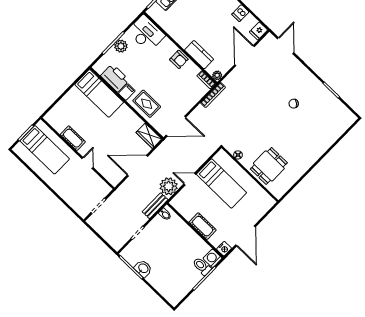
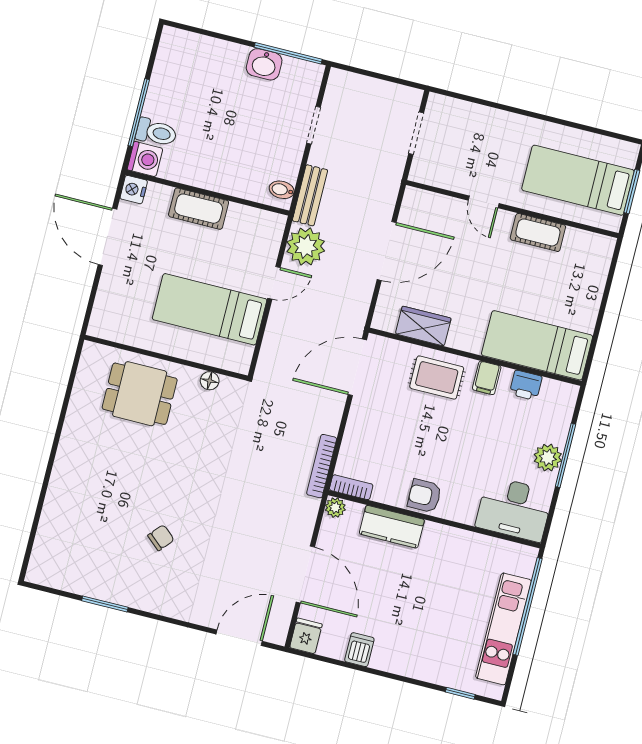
door: (286, 46) -> (239, 638), swing flipped
printer: (115, 78) -> (526, 385), width x0.53, depth x0.68
wardrobe: (149, 136) -> (423, 326), moved
dining table: (269, 166) -> (140, 394), turned 90

